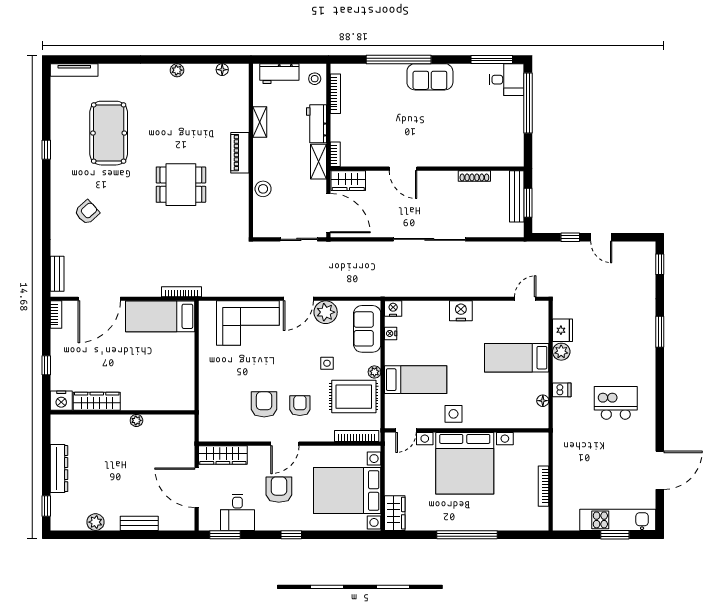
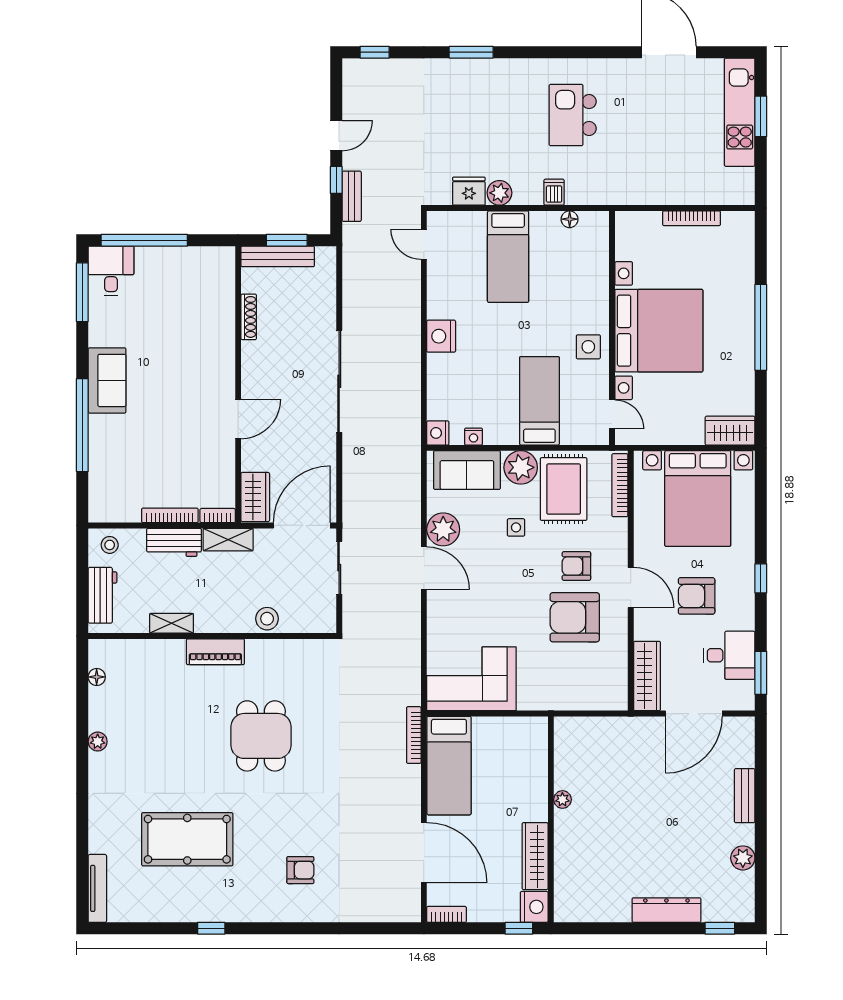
bookcase: (335, 94) -> (170, 515), moved
armchair: (87, 212) -> (300, 870), turned 132
bench: (57, 274) -> (352, 196), moved, turned 90
corner sofa: (248, 323) -> (471, 679), moved, turned -90
plant: (374, 372) -> (521, 467), width x1.88, depth x1.88
nightstand: (61, 401) -> (534, 907), moved
wardrobe: (97, 401) -> (535, 856), moved
armchair: (264, 404) -> (575, 617), width x1.36, depth x1.36
wall: (123, 412) -> (551, 819), moved
plant: (136, 420) -> (562, 800), moved

